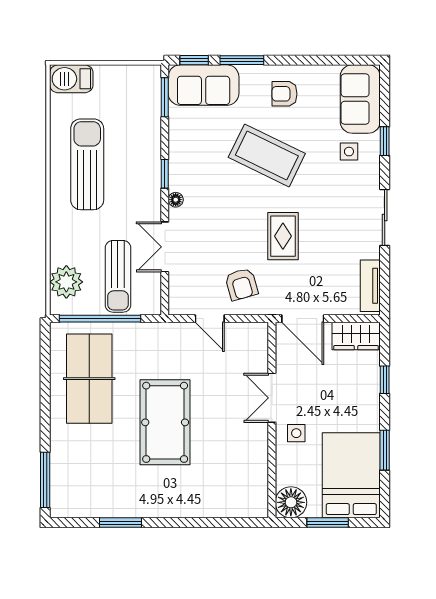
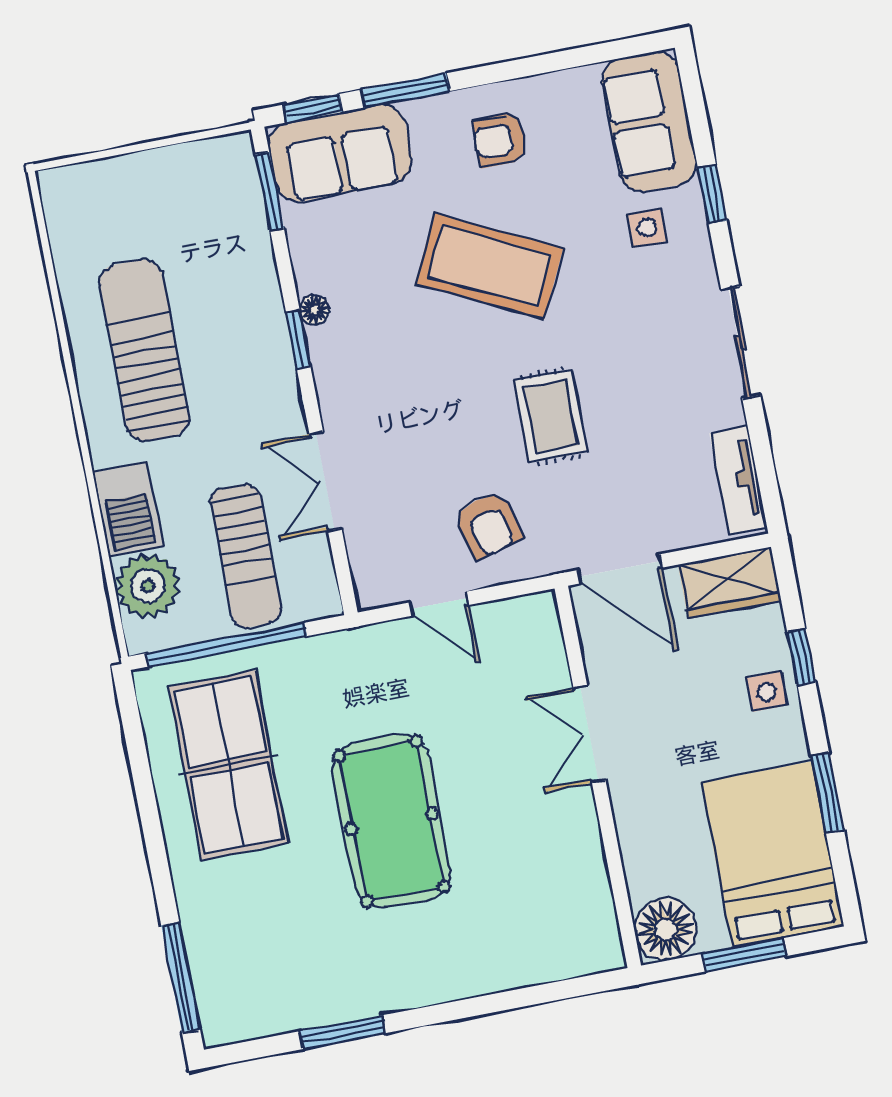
barbecue: (71, 79) -> (128, 509), moved, turned -90
floor lamp: (176, 200) -> (314, 310), moved
side table: (296, 433) -> (767, 692), moved

